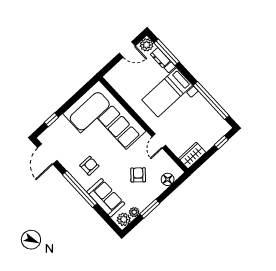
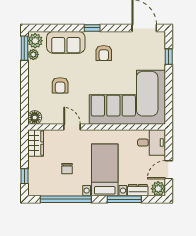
window: (167, 52) -> (124, 199), moved
desk: (120, 78) -> (152, 143), added
chair: (190, 119) -> (67, 169), added
armchair: (138, 175) -> (60, 85), turned 48
floor lamp: (168, 179) -> (35, 117), moved
window: (80, 189) -> (92, 28), width x0.32
window: (150, 209) -> (24, 48), moved

